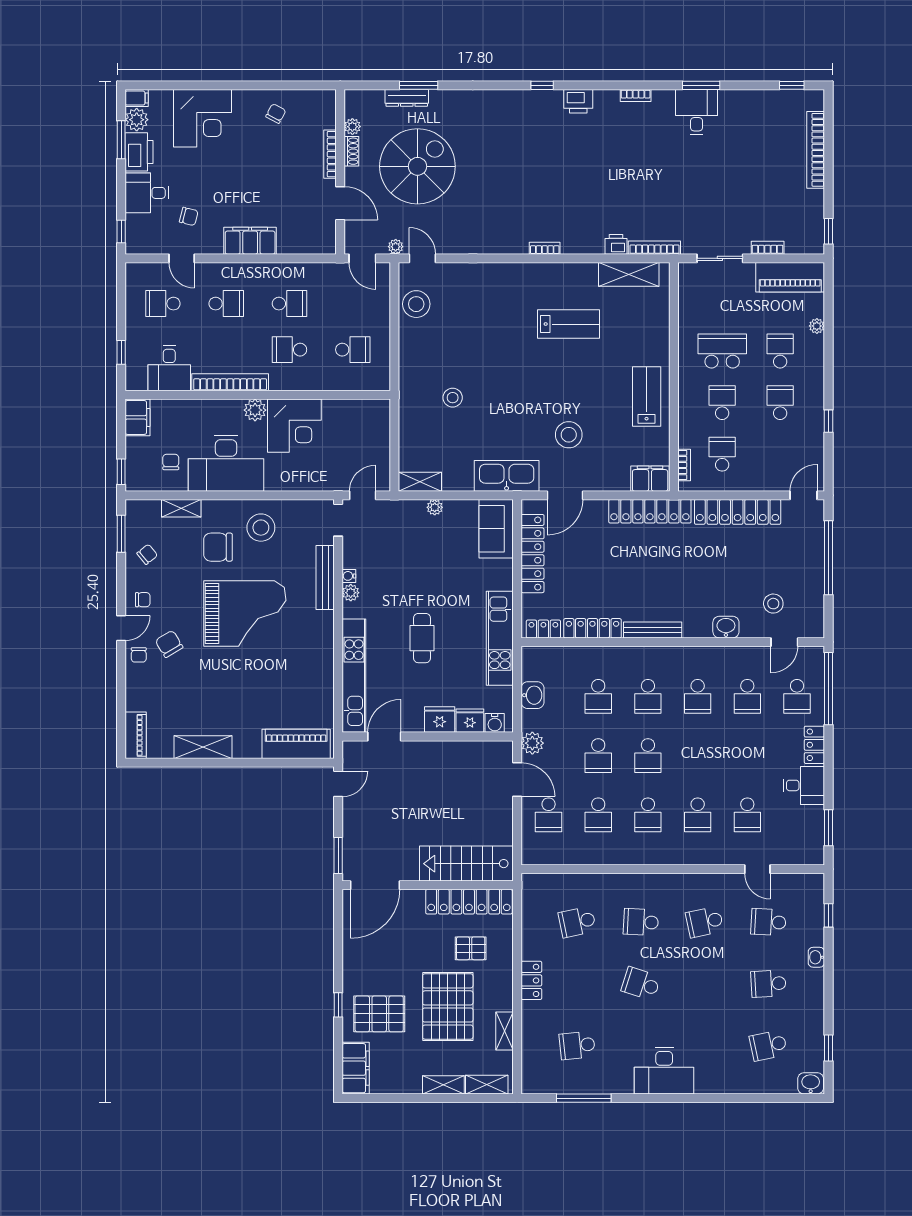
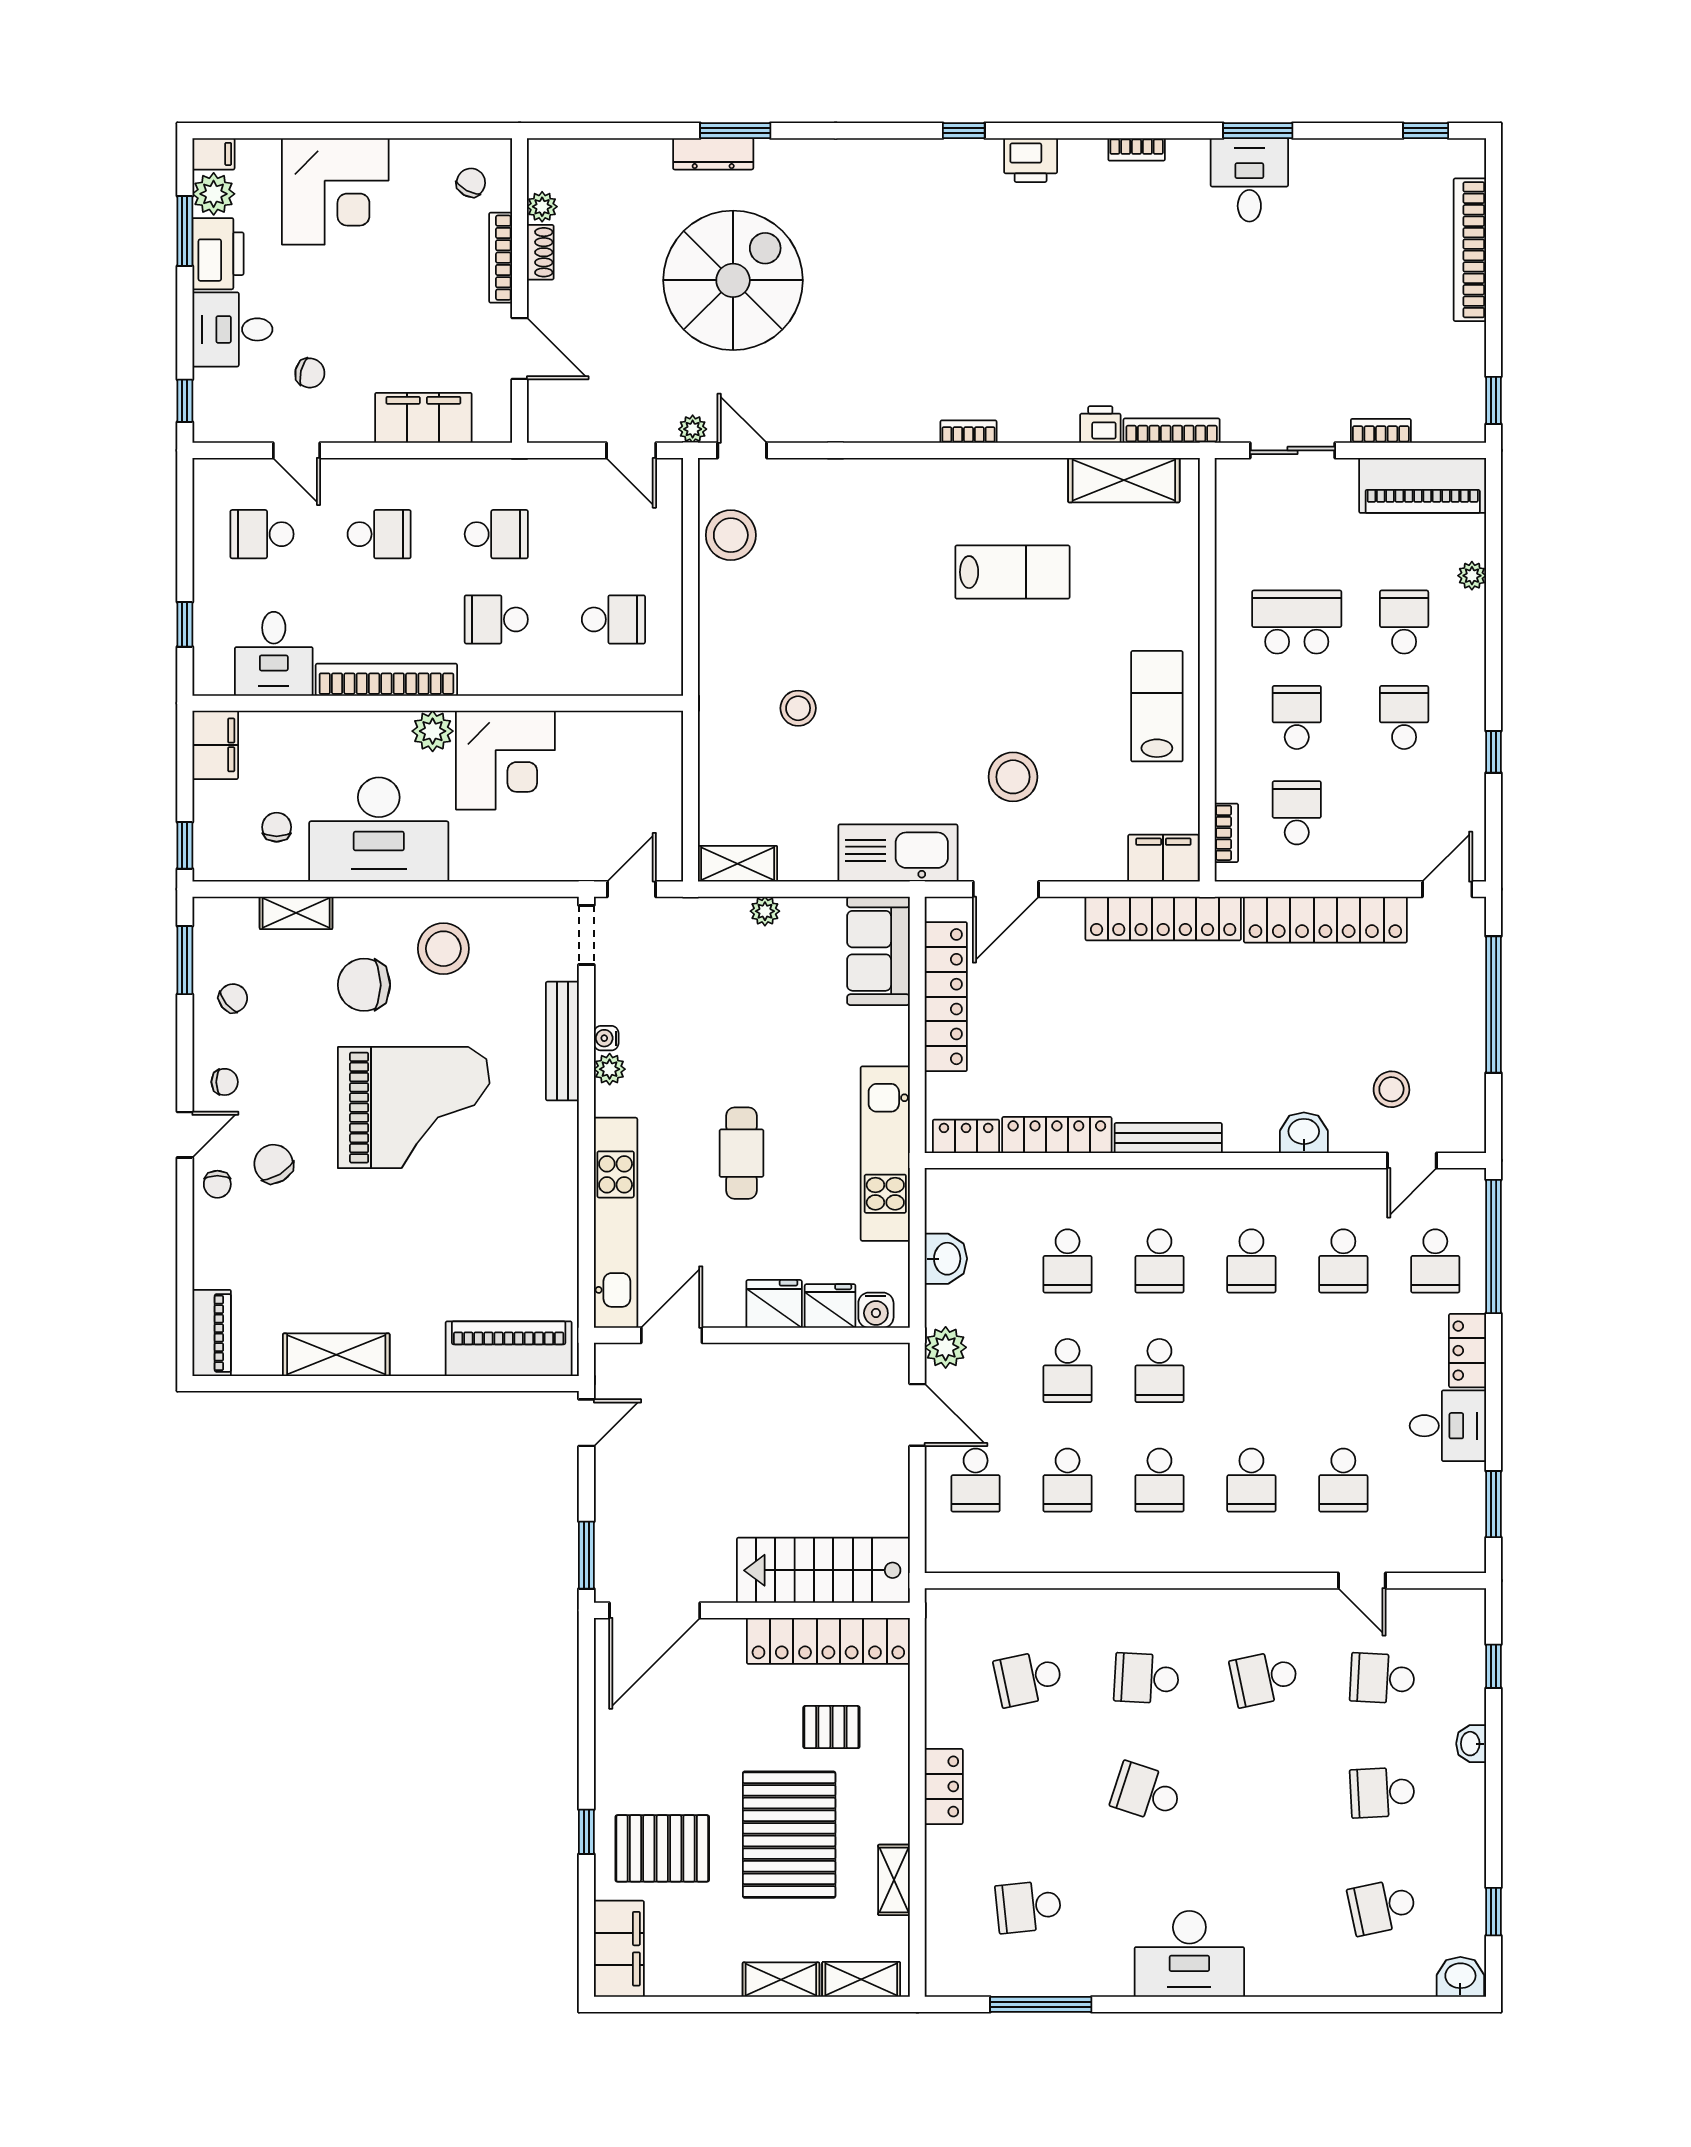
plant: (352, 127) -> (542, 207), moved
shoe rack: (351, 151) -> (540, 252), moved
bookcase: (330, 154) -> (501, 258), moved
wall: (340, 172) -> (520, 291), moved
door: (340, 203) -> (520, 349), moved

